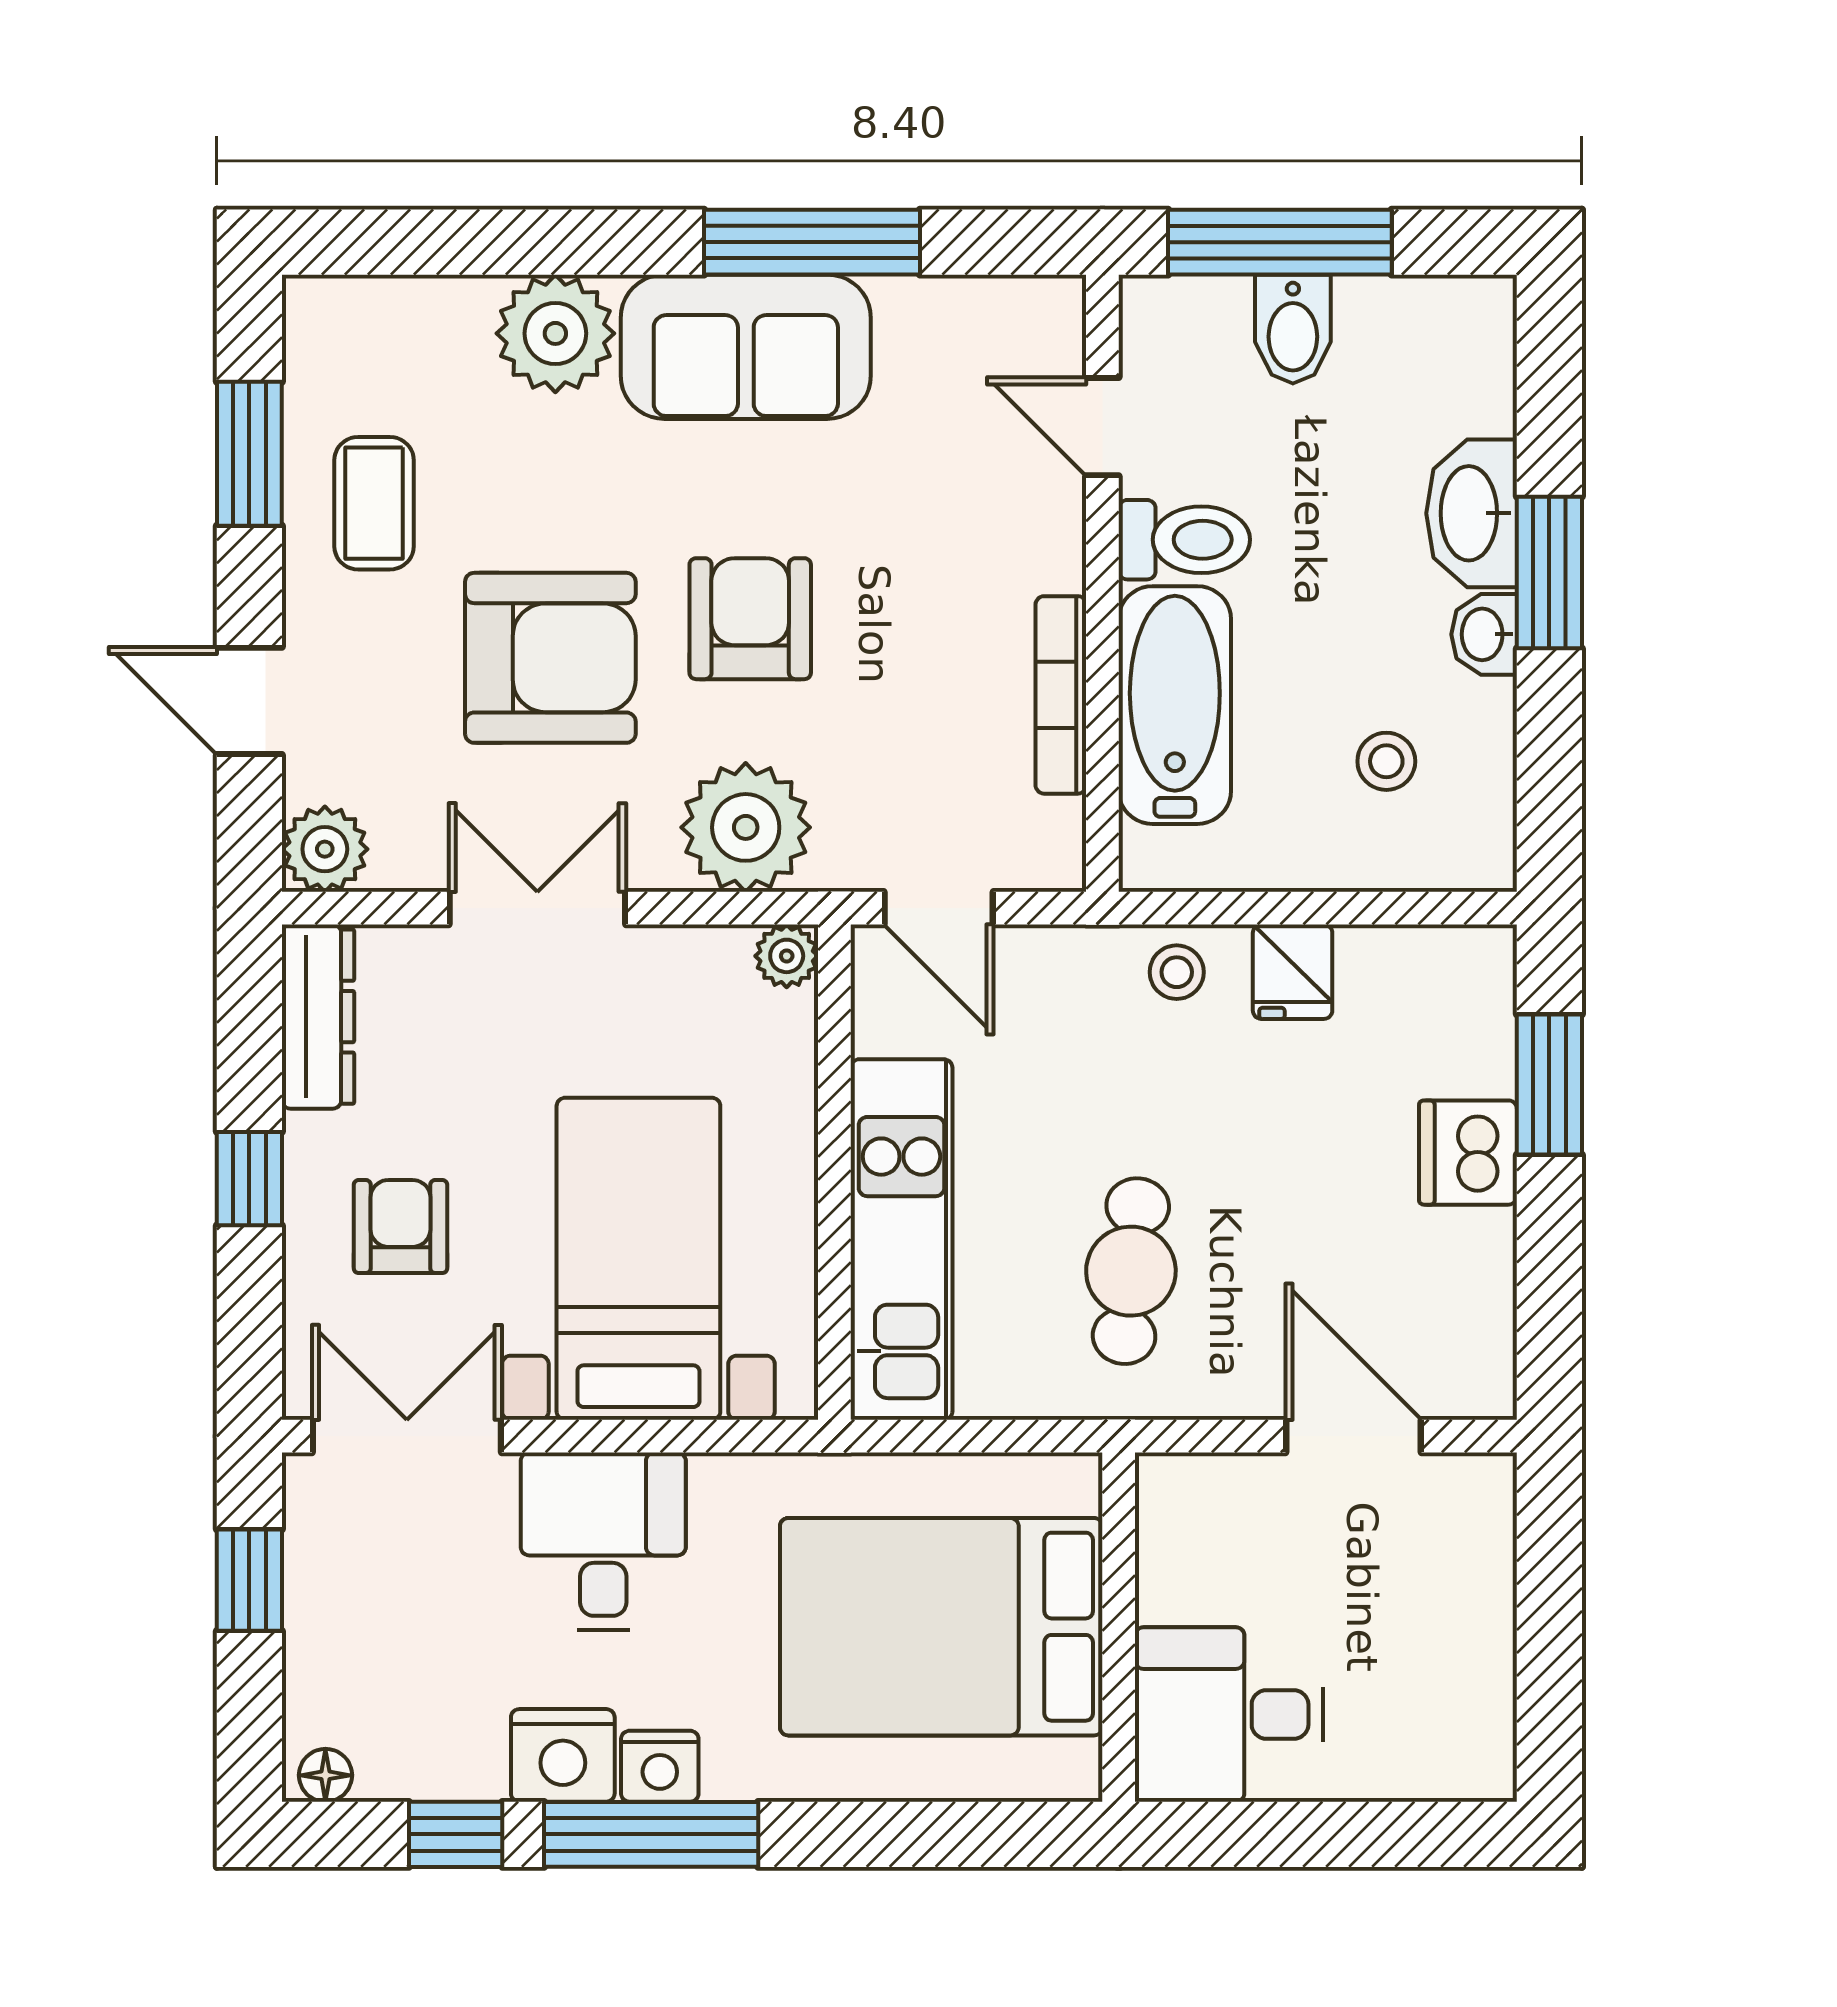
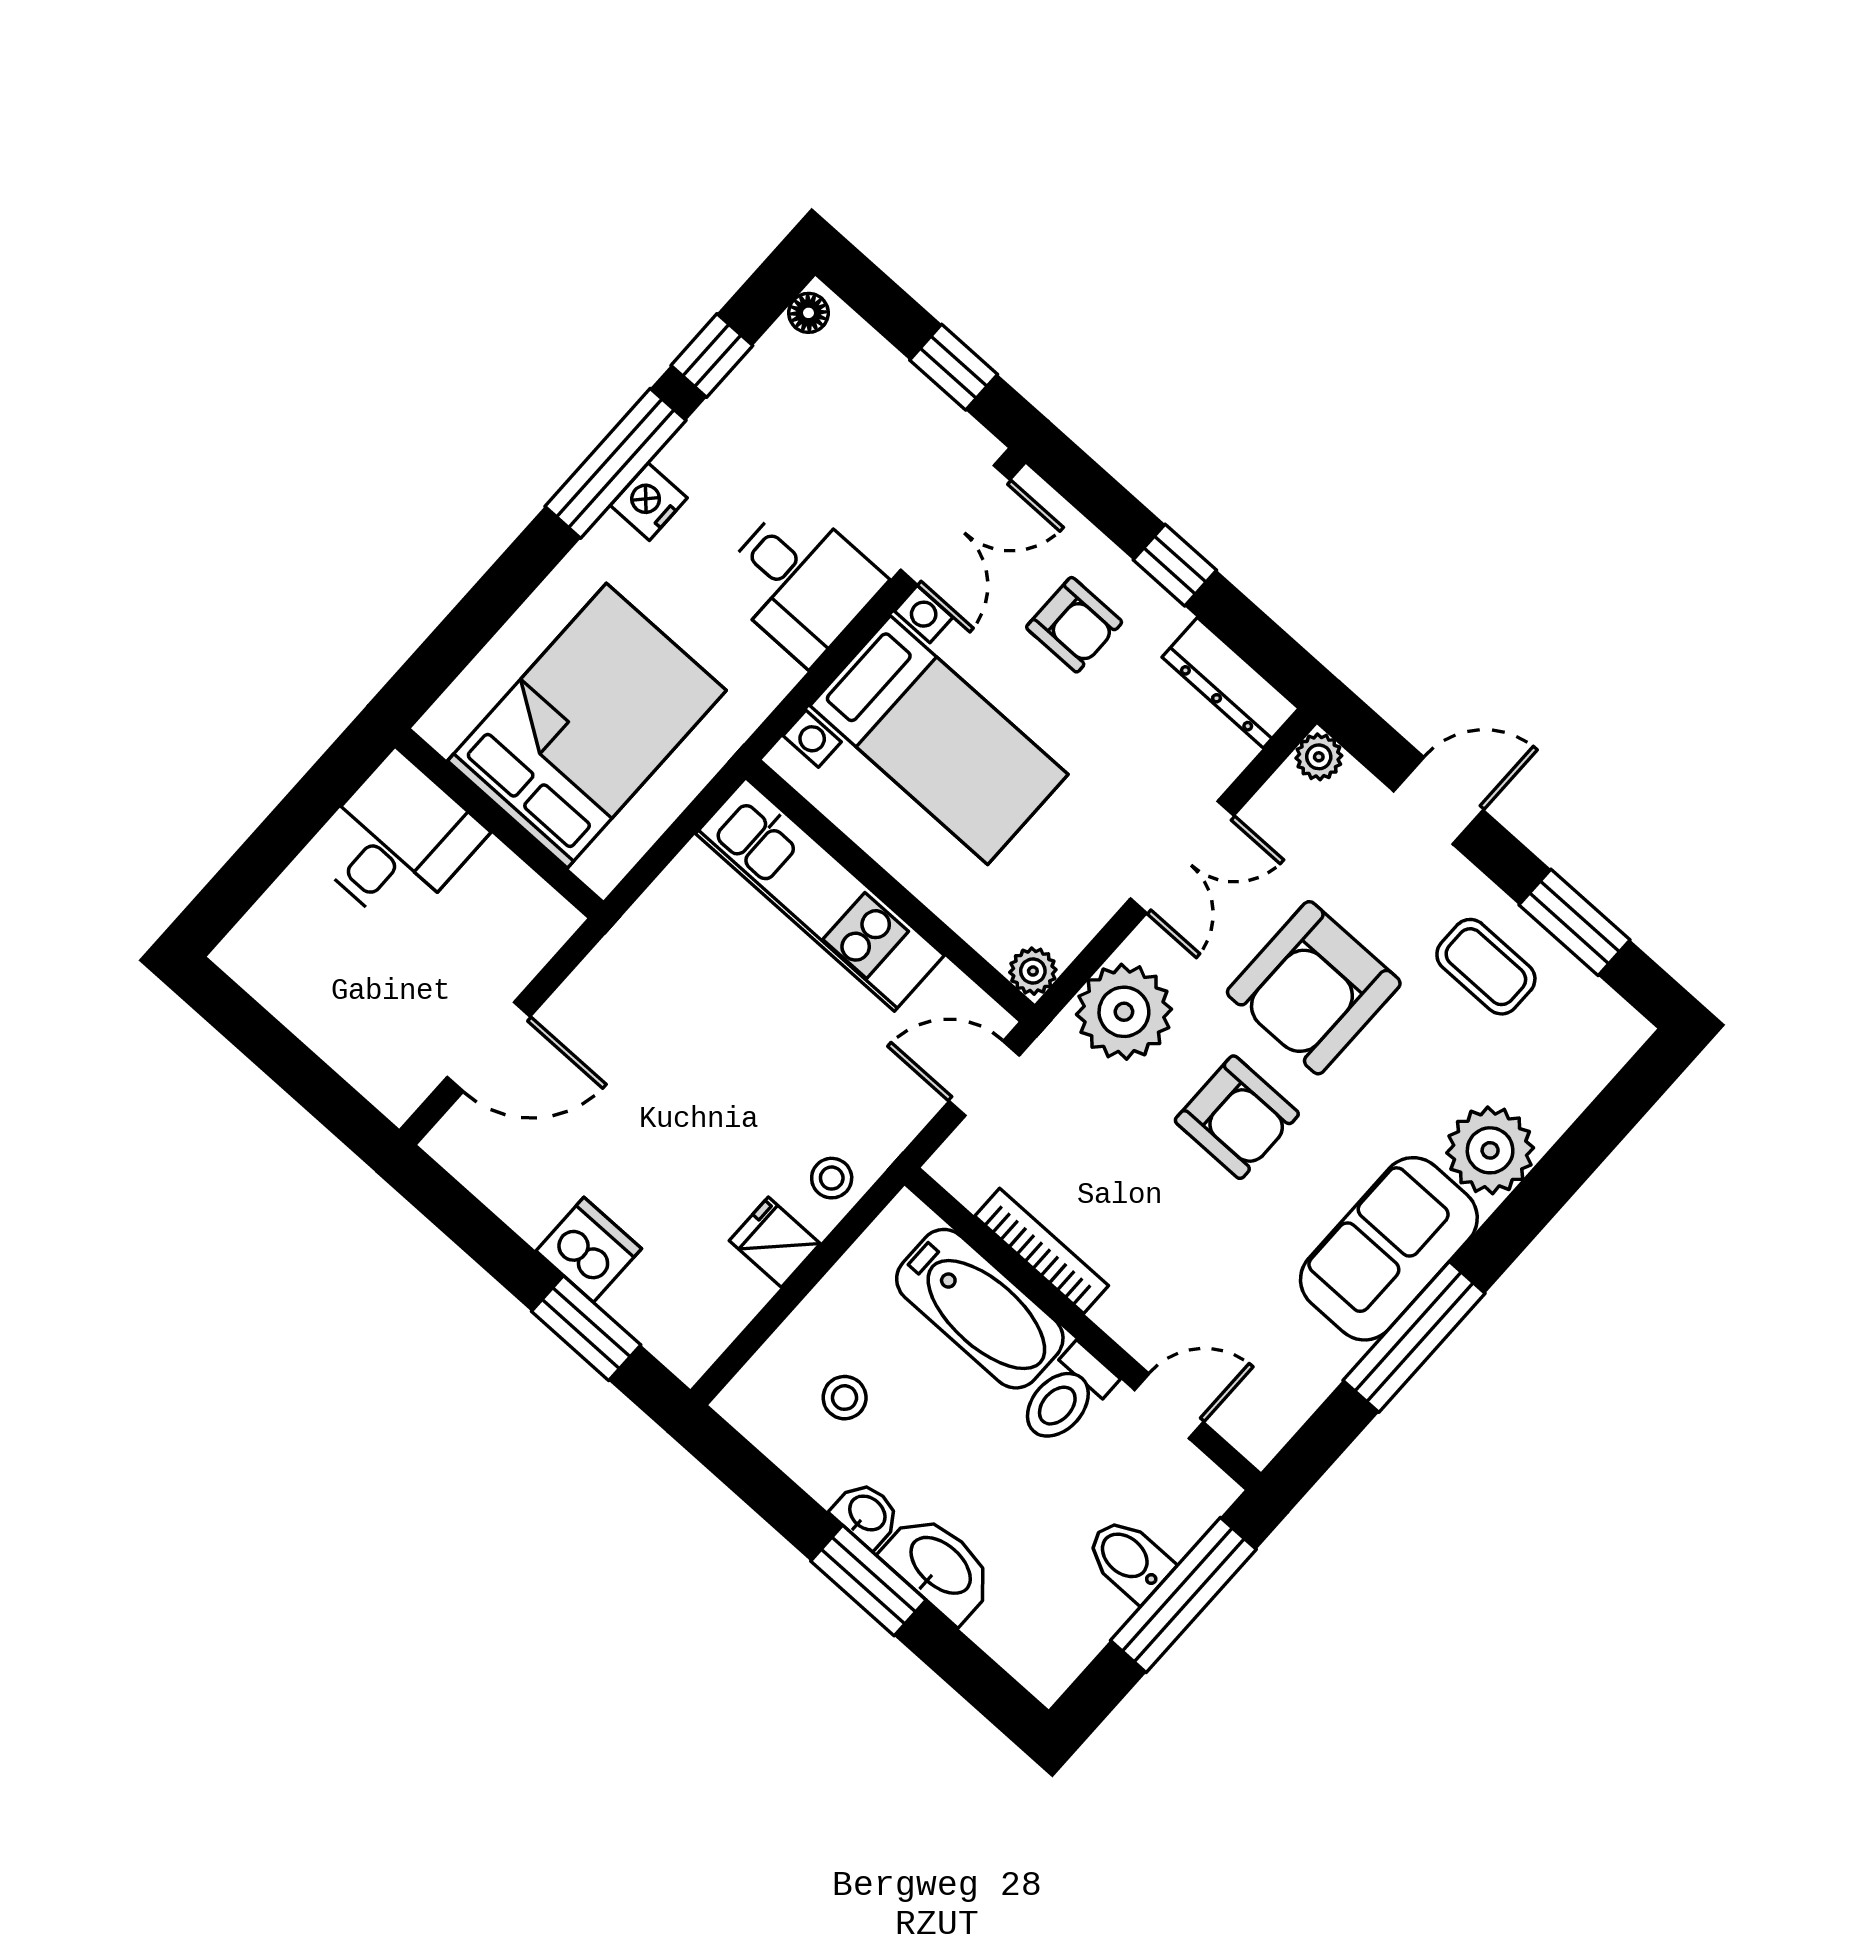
plant: (325, 849) -> (1319, 757), width x0.73, depth x0.73
cafe table: (1131, 1271) -> (689, 1005), removed
nightstand: (563, 1755) -> (702, 454), removed

